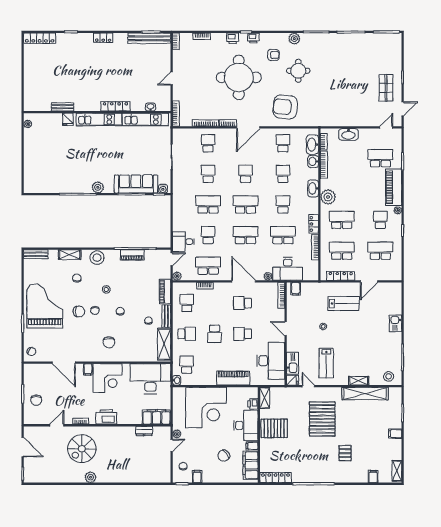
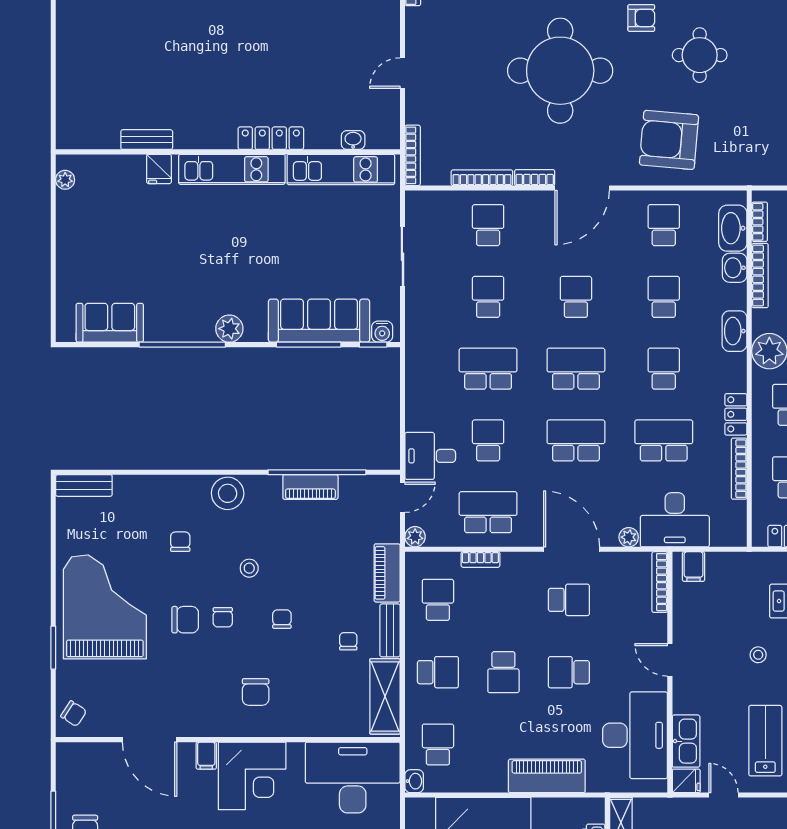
sofa: (47, 185) -> (110, 323), added
shelving: (70, 255) -> (163, 486), removed
school desk: (243, 303) -> (569, 600), turned 180
lab bench: (326, 363) -> (765, 741), turned 180

